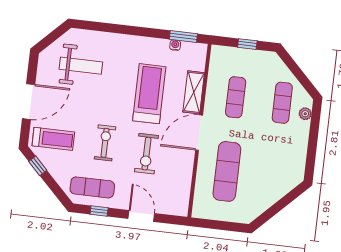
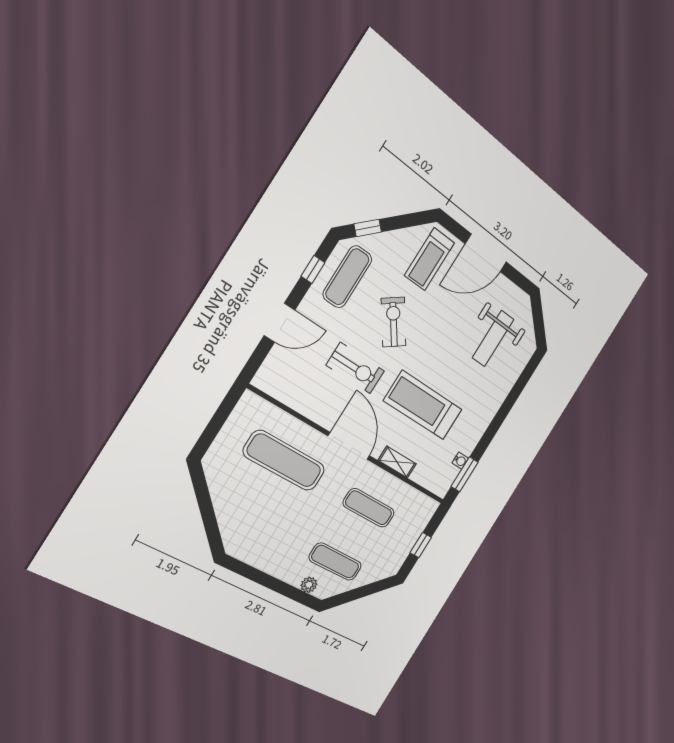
shelving: (194, 92) -> (397, 462), width x0.67, depth x0.75
treadmill: (149, 94) -> (423, 405), turned 180
door: (29, 102) -> (486, 253), hinge flipped
exercise bike: (105, 143) -> (394, 322), turned -126
exercise bike: (147, 154) -> (355, 368), turned 180
window: (38, 166) -> (368, 228), moved

